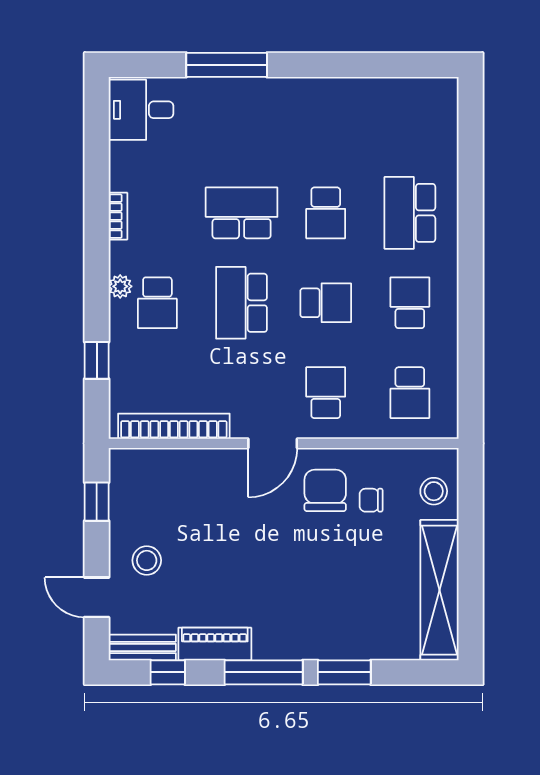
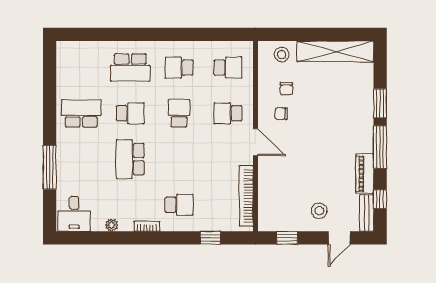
bookcase: (118, 216) -> (147, 226), moved
plant: (120, 286) -> (112, 225), moved
school desk: (242, 303) -> (81, 113), moved, turned 180
chair: (325, 490) -> (281, 114), width x0.54, depth x0.54

